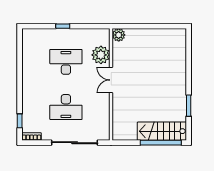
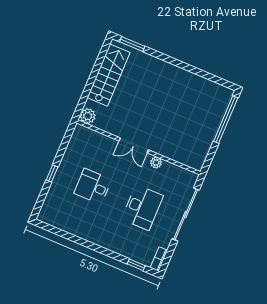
plant: (101, 55) -> (156, 163), moved, width x0.53, depth x0.53
desk: (66, 62) -> (93, 186), width x0.73
window: (189, 106) -> (132, 44), moved
stairs: (162, 131) -> (109, 75), moved, turned 180

